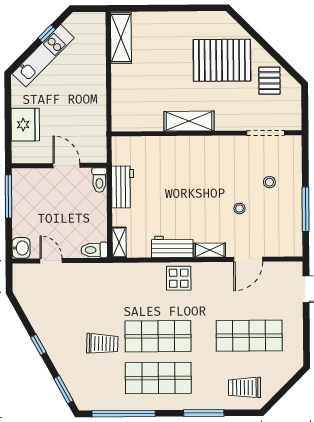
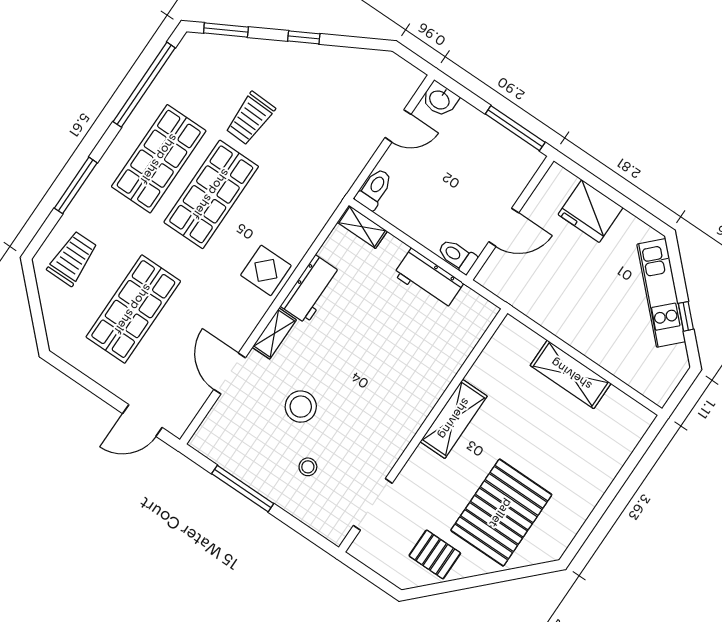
shelving: (121, 38) -> (571, 374), moved
stool: (239, 208) -> (301, 407), width x1.89, depth x1.89

